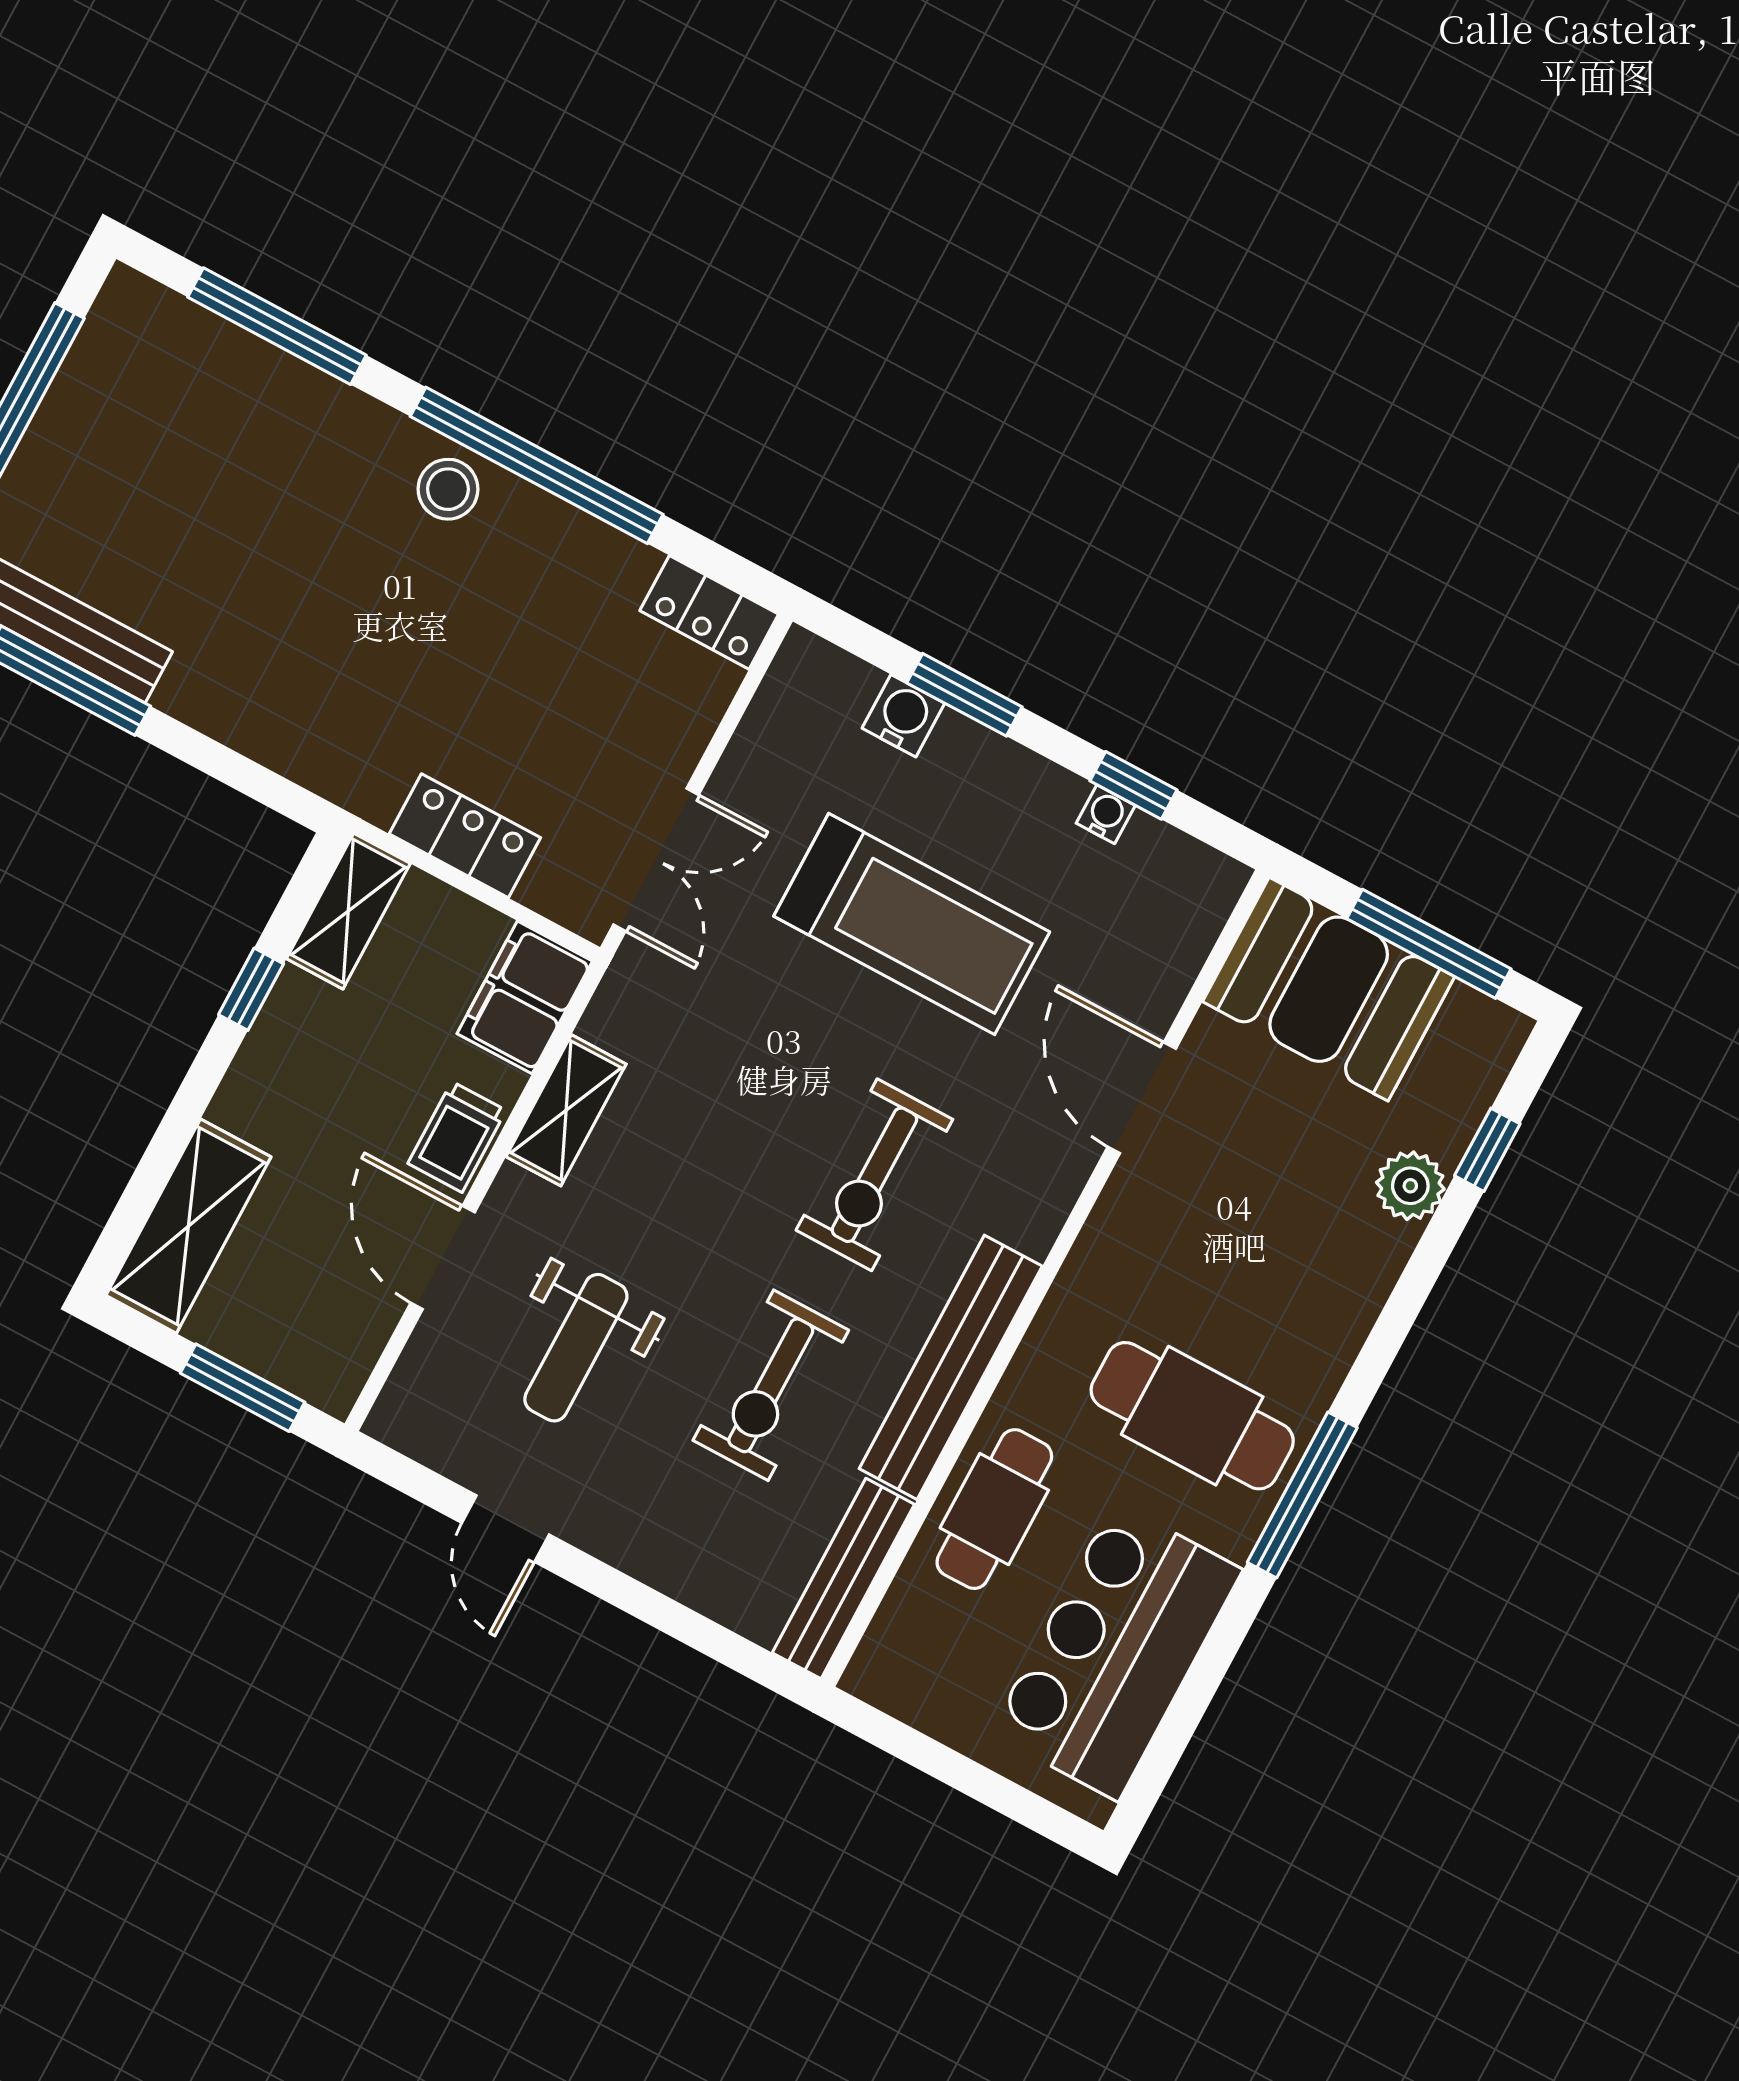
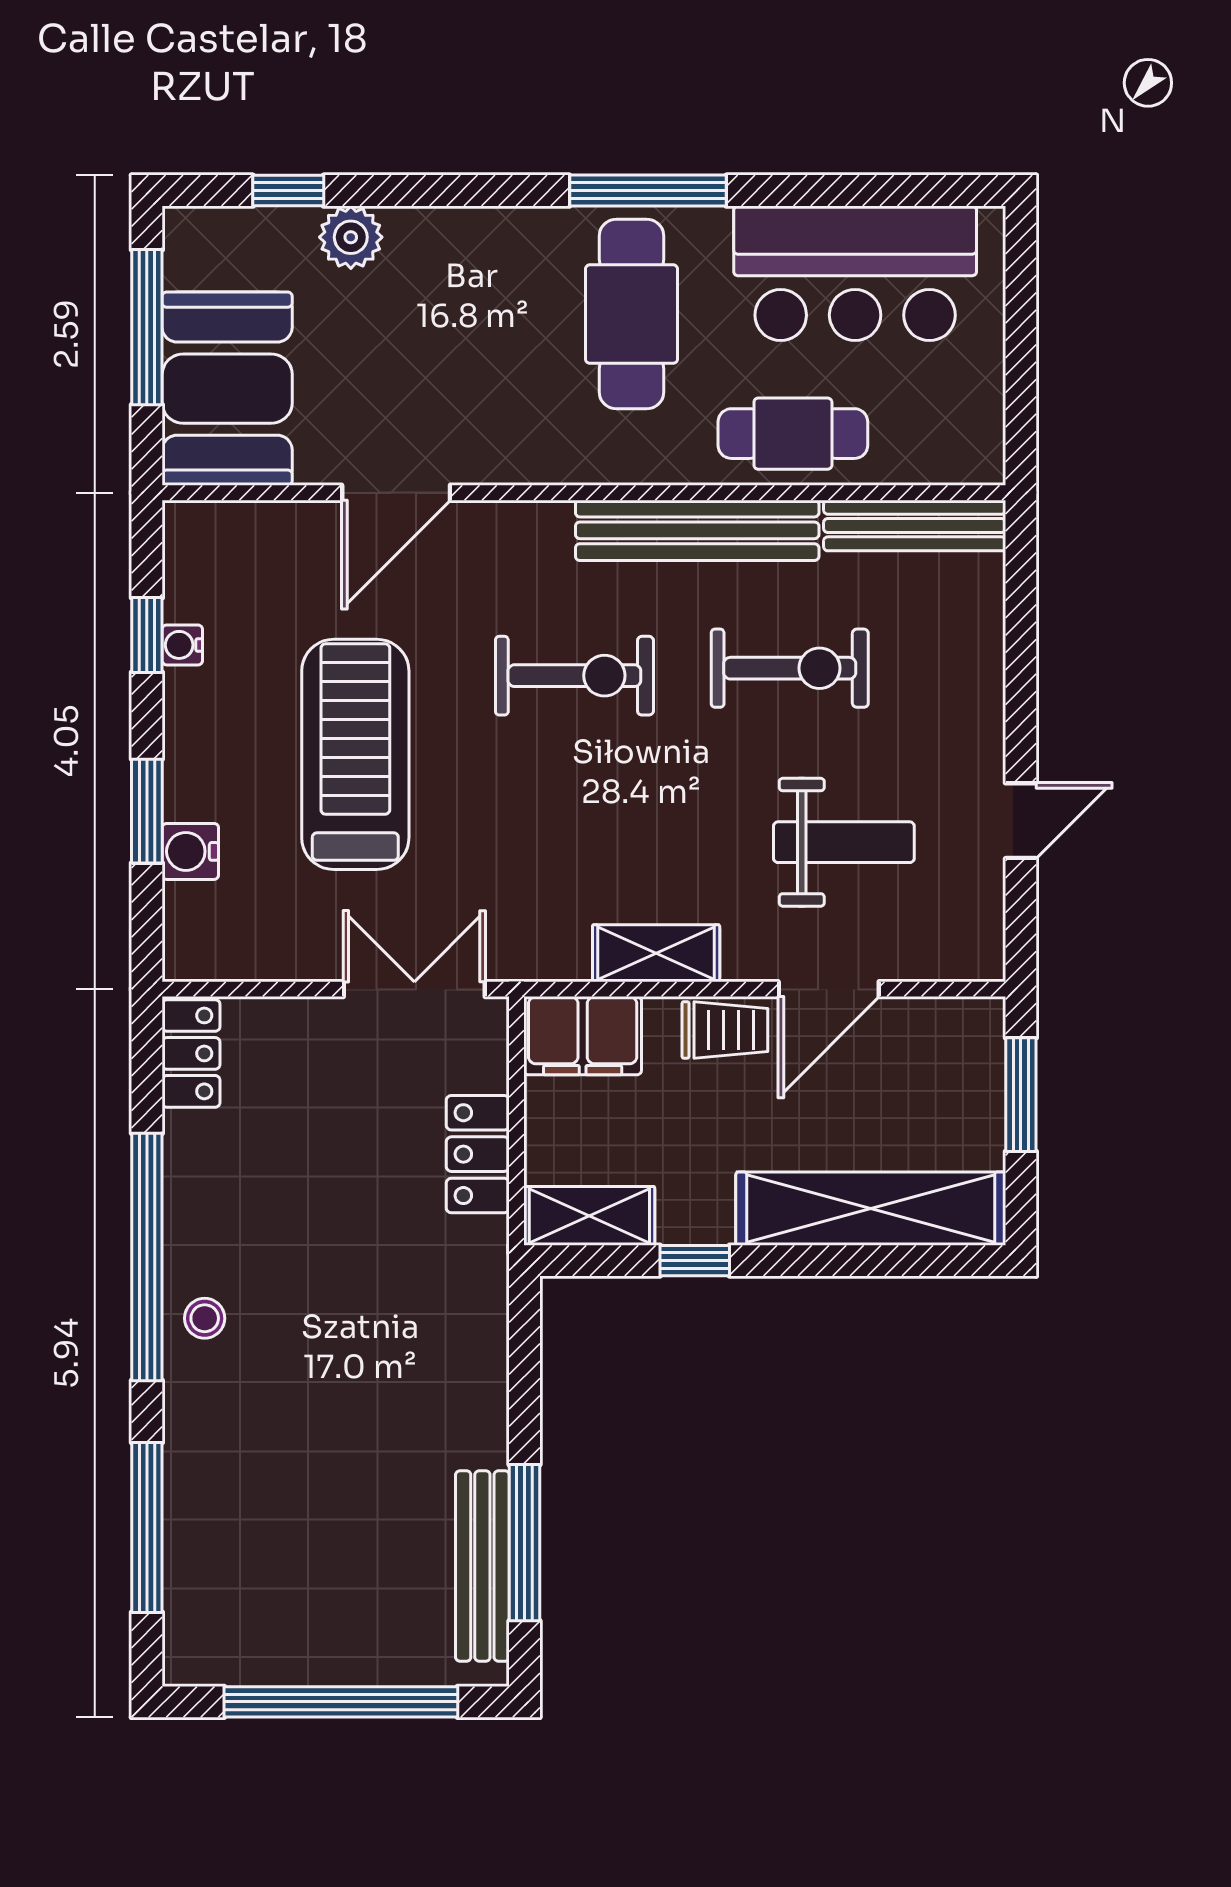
stool: (448, 489) -> (205, 1318), width x0.73, depth x0.73
shelving: (188, 1226) -> (871, 1209), width x1.47

